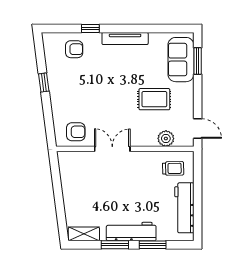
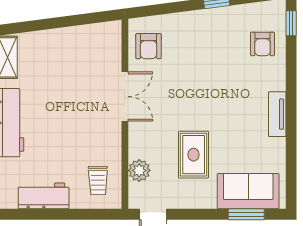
window: (90, 28) -> (291, 23), moved
tv unit: (125, 39) -> (277, 114), width x0.71
workbench: (184, 208) -> (44, 196), width x0.73

